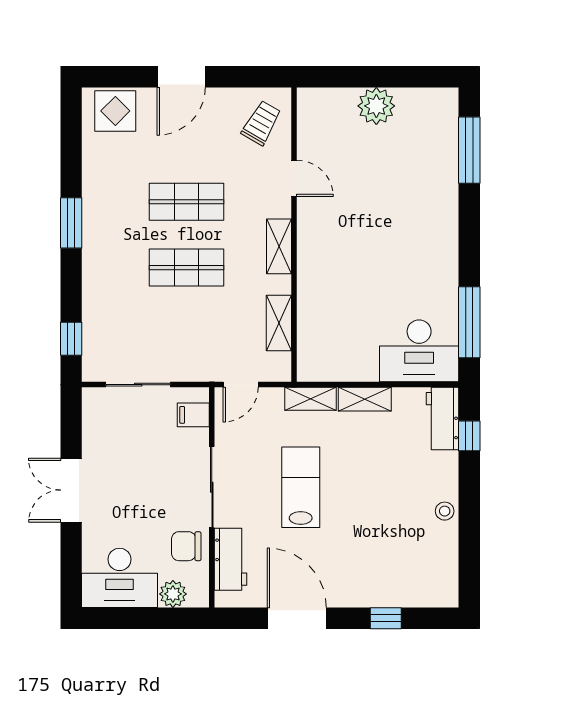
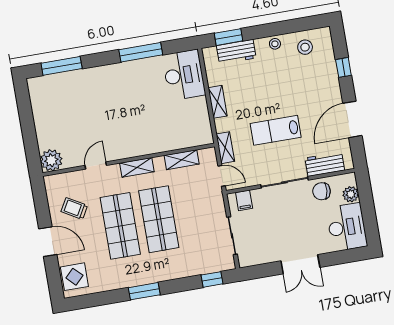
plant: (376, 106) -> (51, 160), moved
trolley: (261, 123) -> (74, 208), moved
shop shelf: (187, 202) -> (120, 226), width x1.43, depth x1.36
shop shelf: (187, 268) -> (159, 219), width x1.43, depth x1.36
window: (469, 322) -> (141, 52), moved
shelving: (311, 399) -> (225, 148), moved
workbench: (442, 419) -> (236, 52), moved
window: (469, 436) -> (228, 37), width x1.50
chair: (186, 546) -> (322, 191), turned 96
stool: (431, 560) -> (305, 47), added

